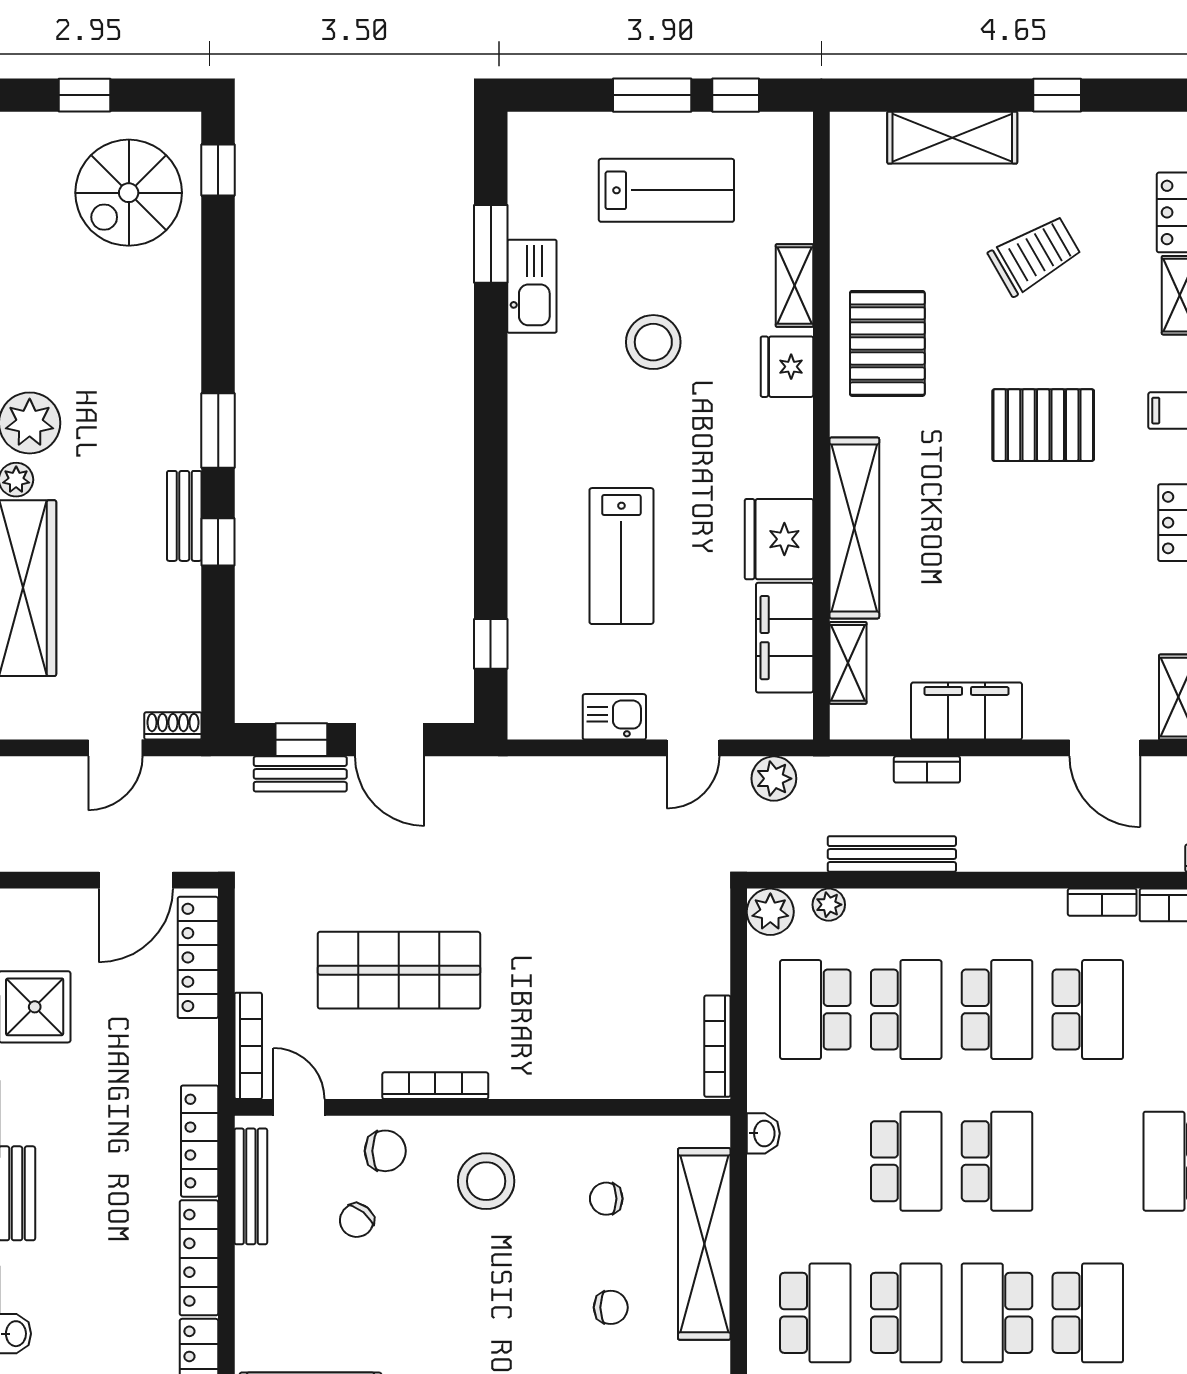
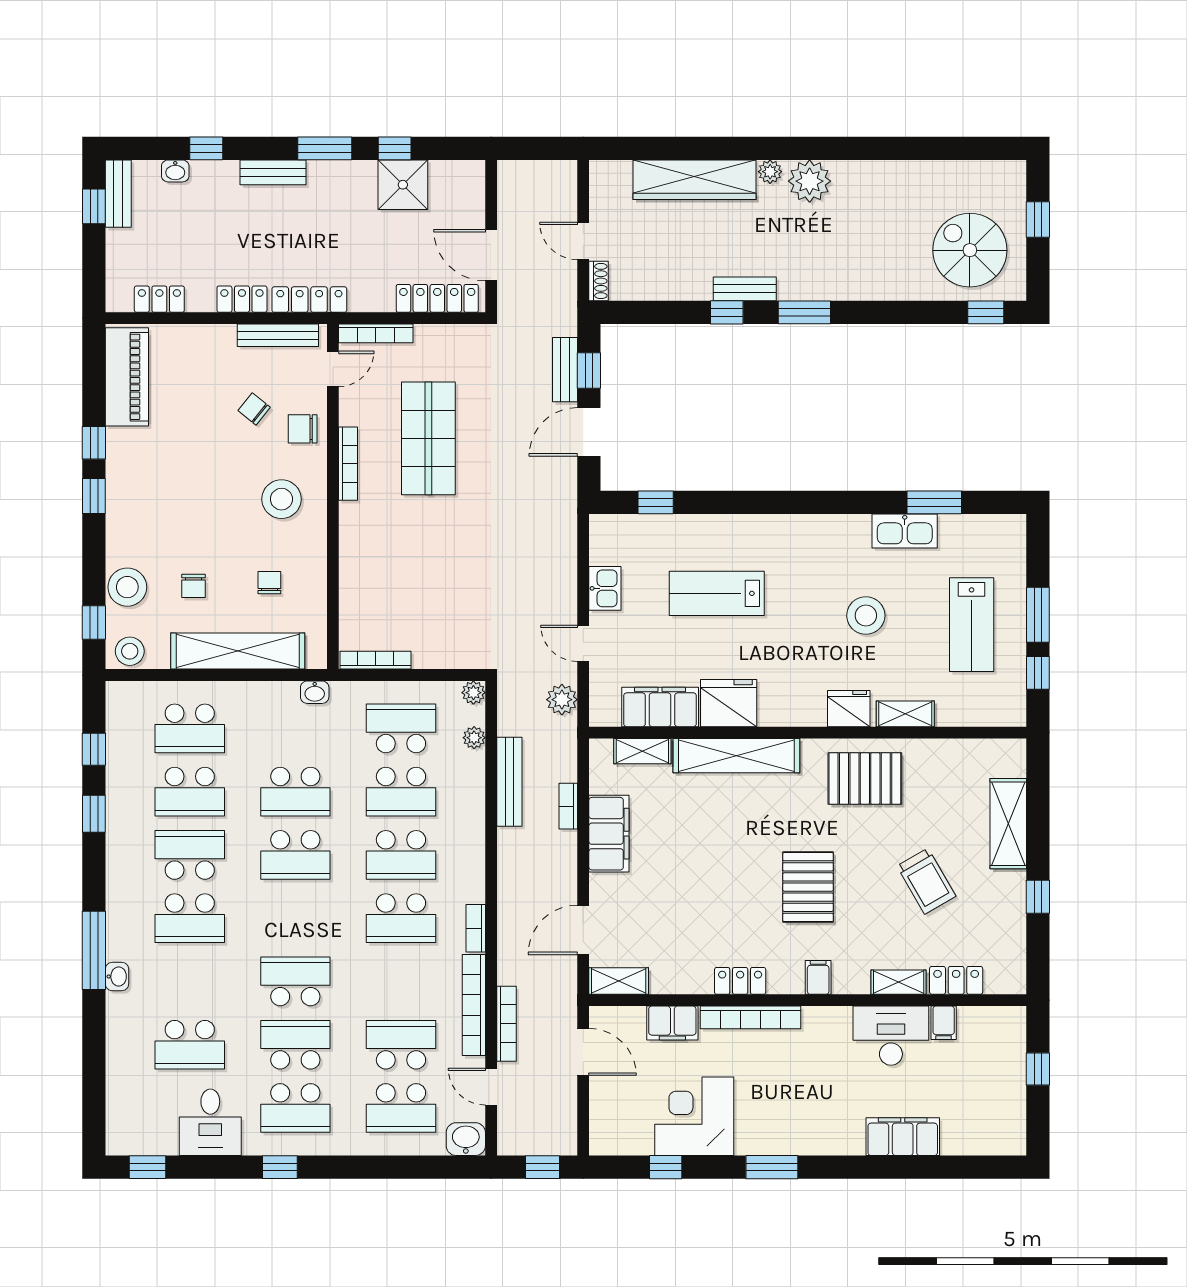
plant: (770, 912) -> (473, 693), width x0.73, depth x0.73
chair: (385, 1151) -> (303, 429), turned 90
locker: (199, 1258) -> (242, 299), width x0.66

